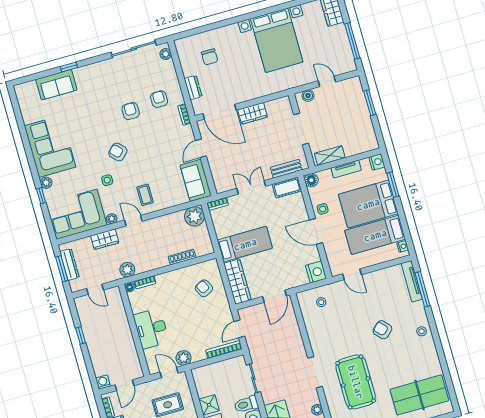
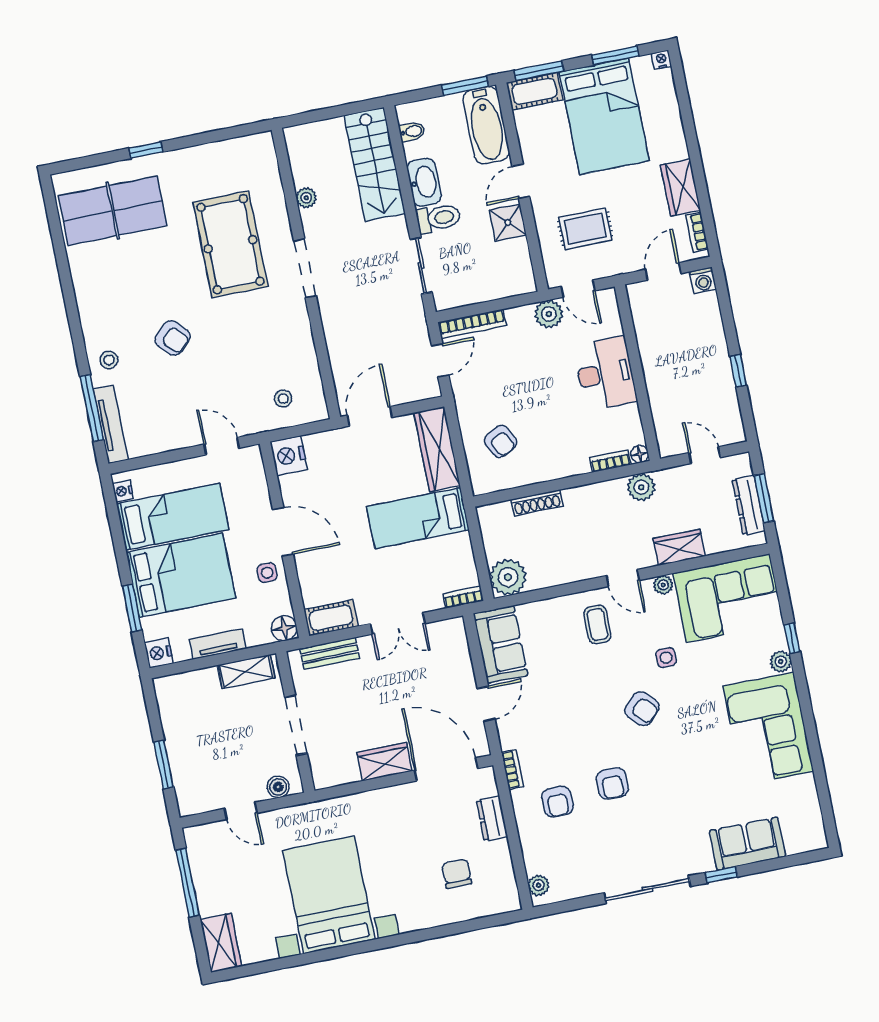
sliding door: (134, 49) -> (647, 890), moved
stool: (422, 331) -> (109, 360), moved

